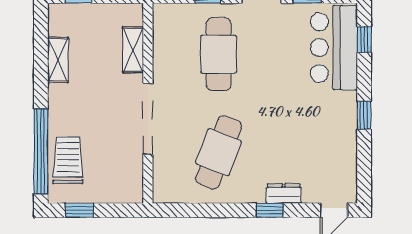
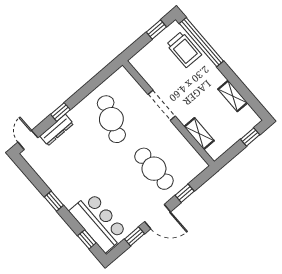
doorway: (148, 119) -> (162, 105), width x0.73
dresser: (284, 193) -> (57, 130), width x1.44

